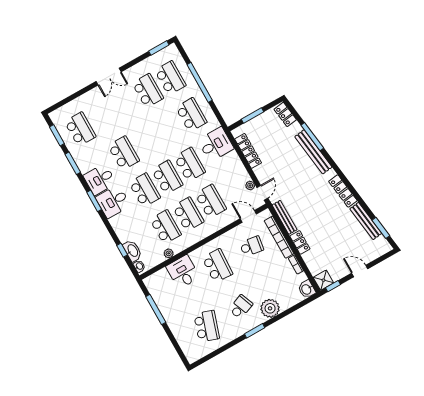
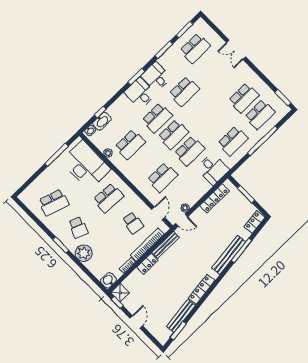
double door: (109, 77) -> (236, 50), moved
school desk: (188, 214) -> (146, 161), removed
desk: (183, 272) -> (86, 165), width x1.87, depth x1.30
school desk: (241, 307) -> (78, 228), turned 42

